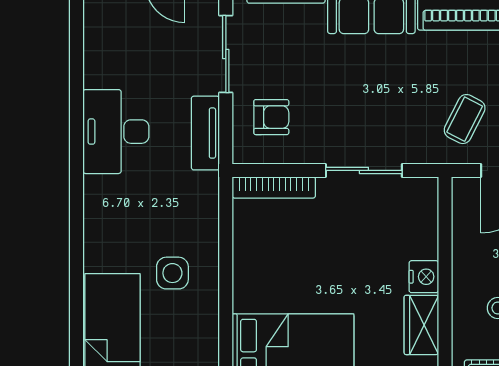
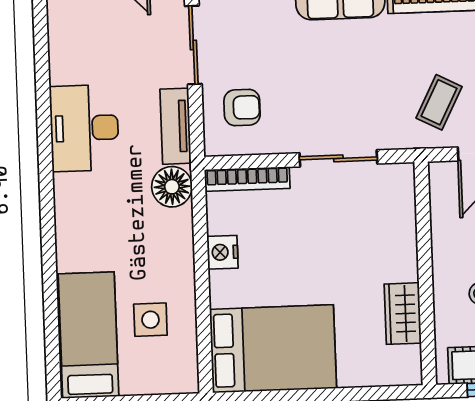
floor lamp: (200, 192) -> (172, 187), added
side table: (172, 273) -> (150, 320), moved
nightstand: (424, 277) -> (223, 252), moved, turned 180

